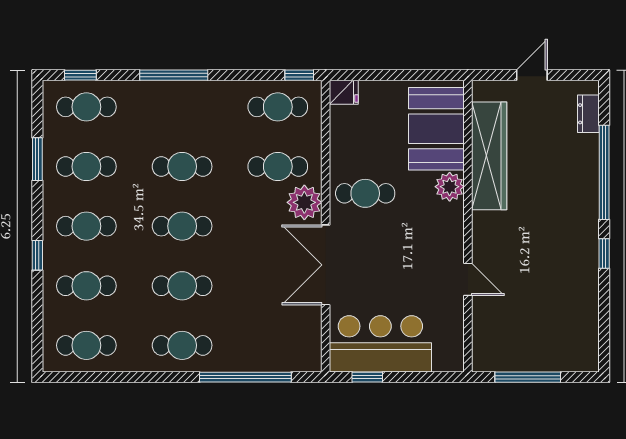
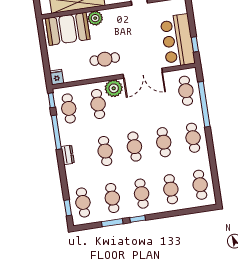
window: (174, 75) -> (56, 132), moved
dresser: (186, 91) -> (68, 155), added
cafe table: (365, 193) -> (105, 59), turned 90
window: (37, 255) -> (138, 219), moved
cafe table: (278, 345) -> (186, 91), added

